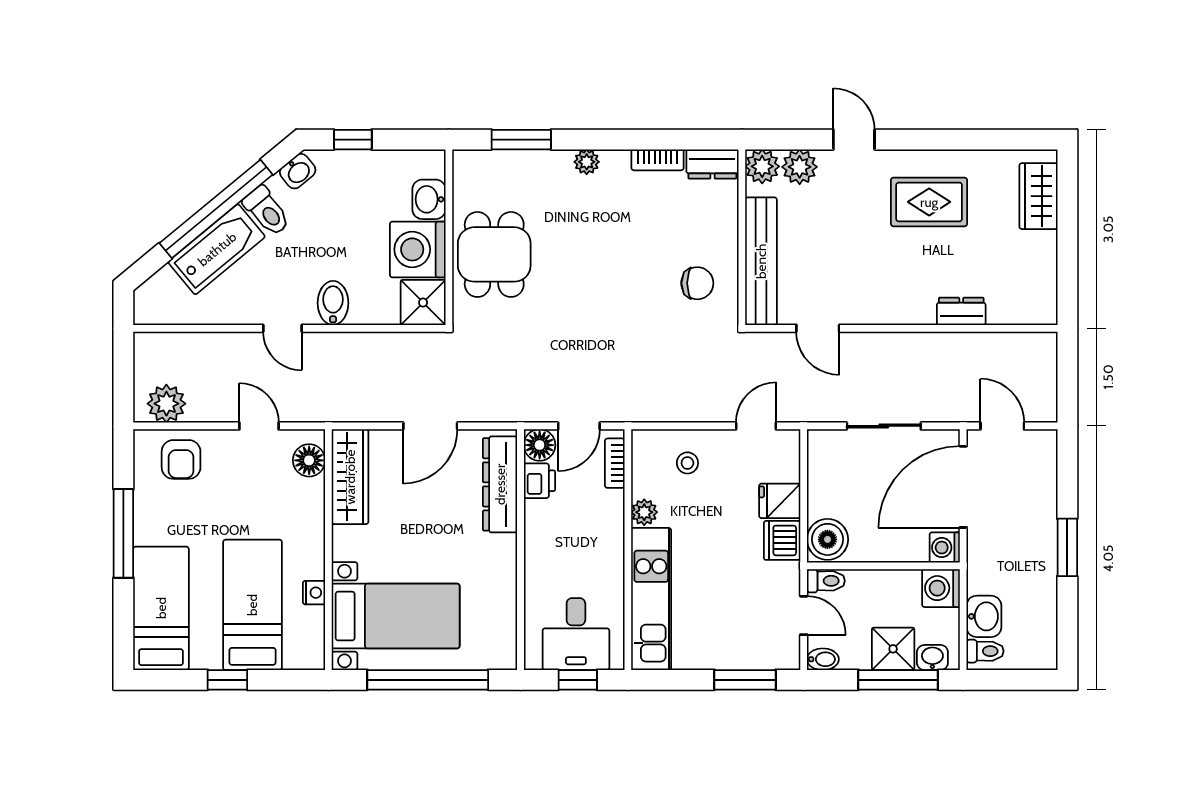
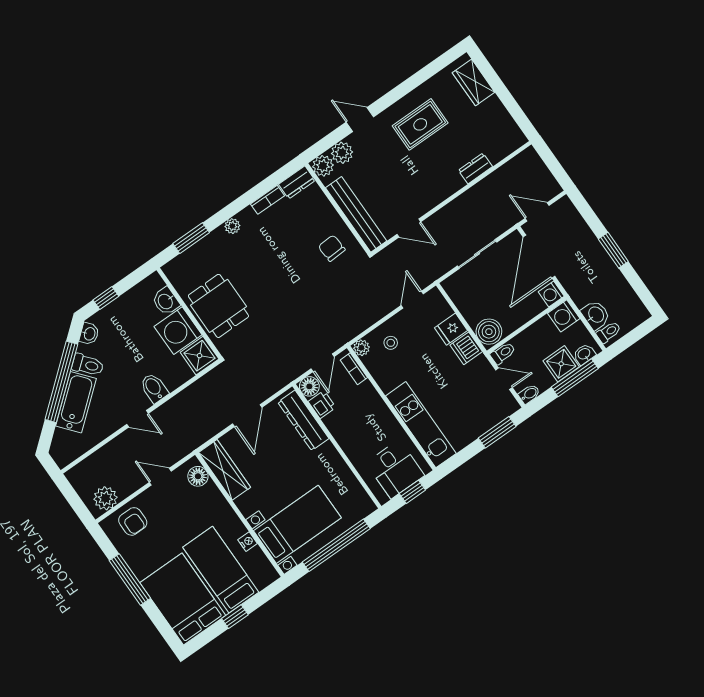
chair: (697, 283) -> (332, 248), turned -93
plant: (644, 512) -> (361, 348), moved
bed: (161, 608) -> (183, 599), width x1.50

